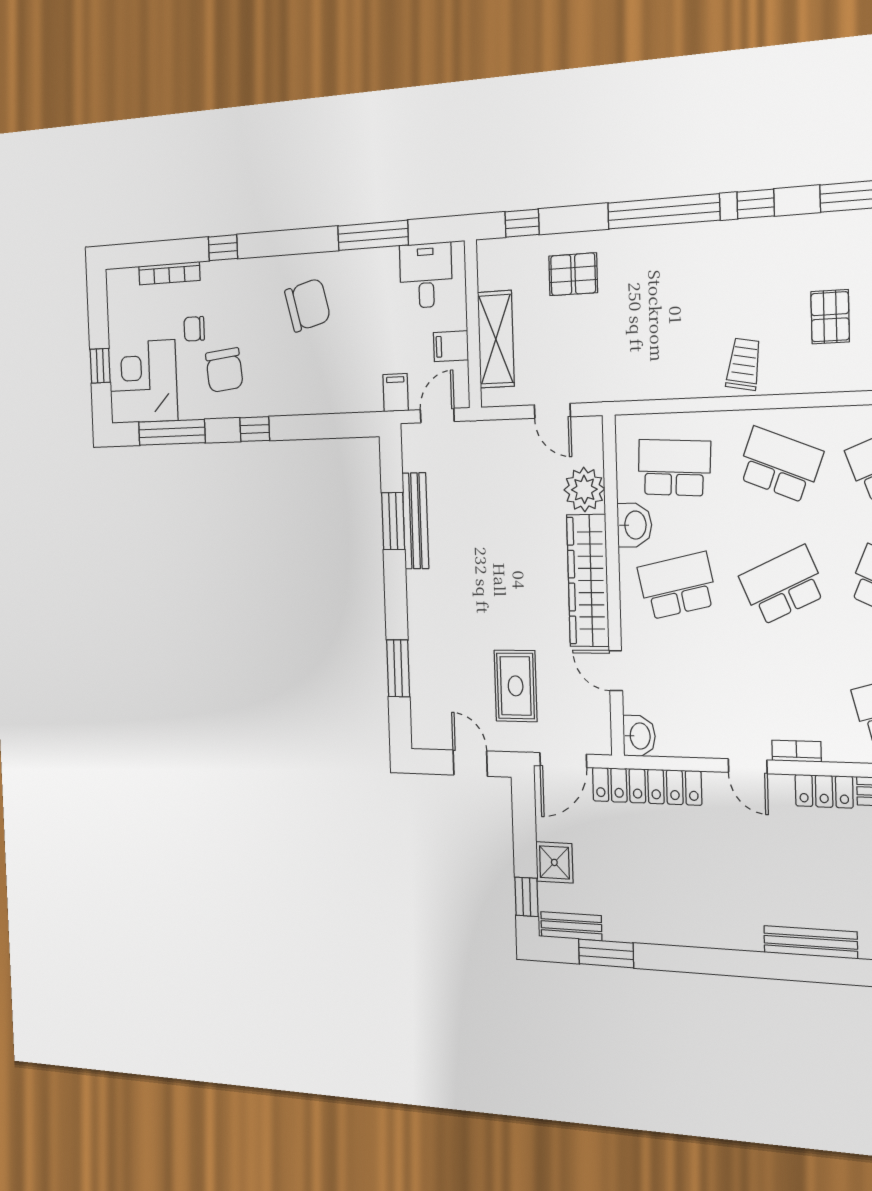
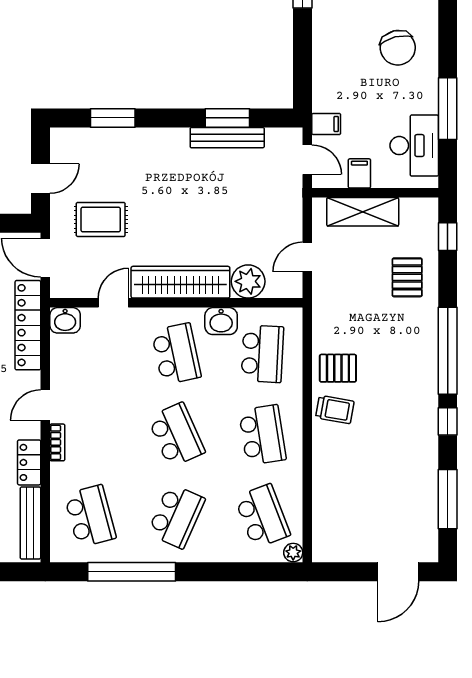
desk: (426, 275) -> (414, 146), width x1.37
pallet: (830, 317) -> (338, 368), moved
school desk: (780, 465) -> (262, 435), turned -30

